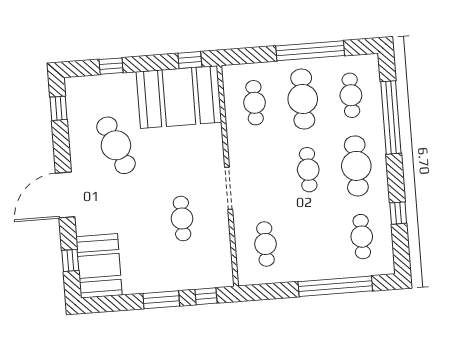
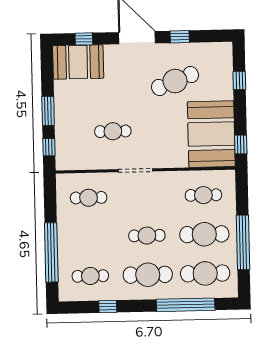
cafe table: (351, 95) -> (205, 273), width x1.37, depth x1.35
window: (59, 108) -> (180, 37), moved

